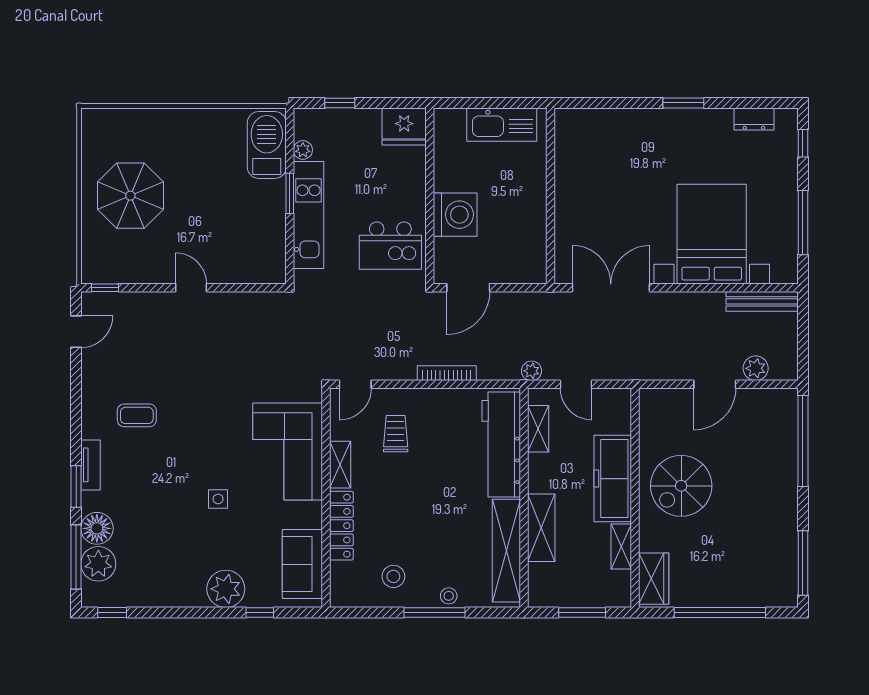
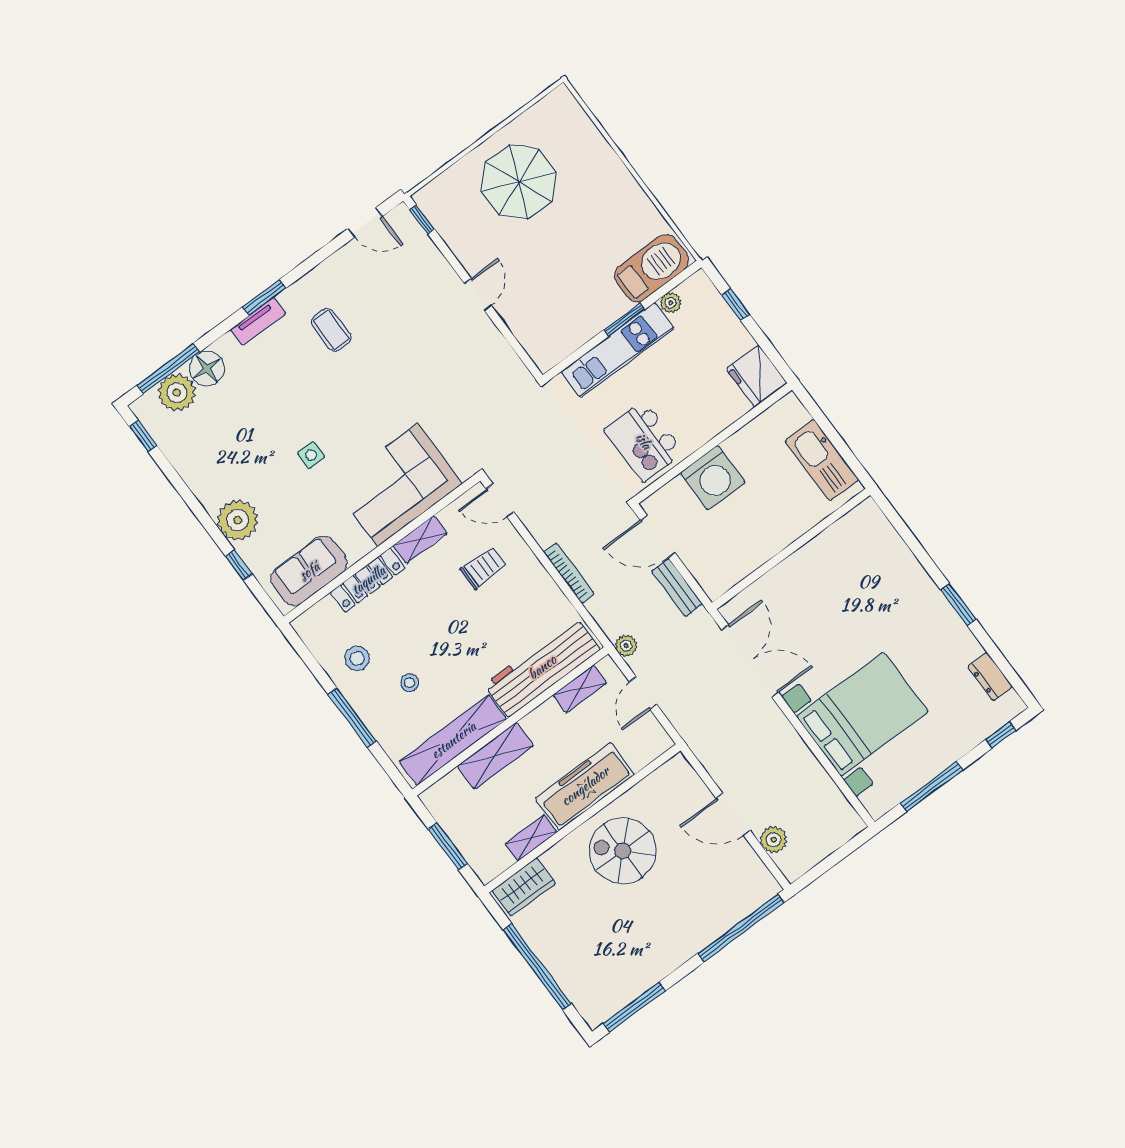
bench: (762, 301) -> (677, 588), moved, width x0.73
window: (76, 487) -> (264, 297), moved
stool: (449, 596) -> (410, 683), moved

